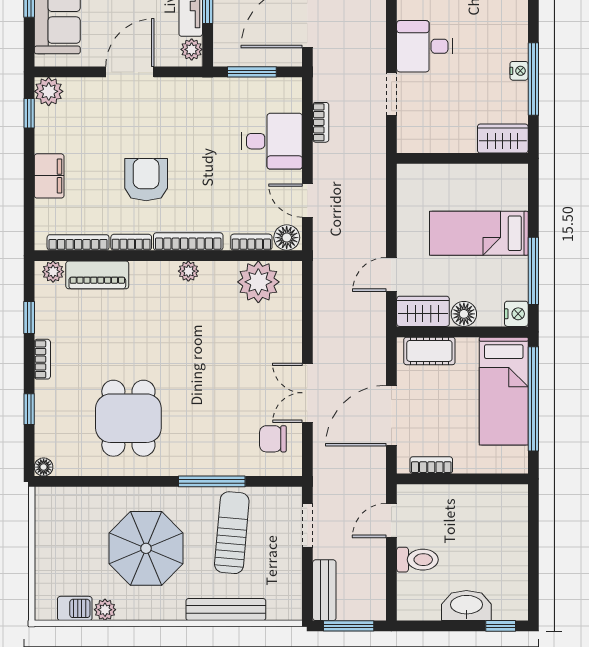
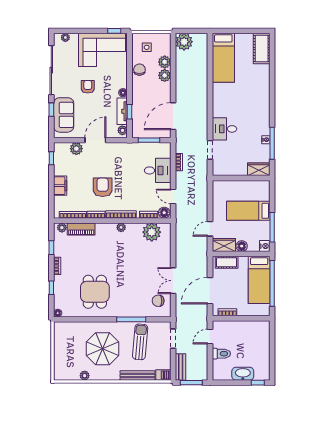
plant: (49, 91) -> (76, 149), moved
barbecue: (75, 608) -> (163, 375), moved

